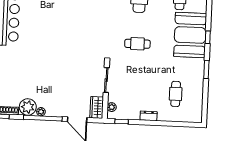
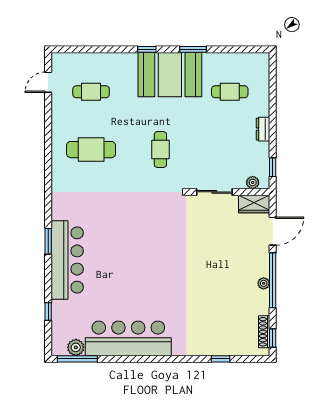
booth: (190, 35) -> (170, 75), moved
plant: (28, 107) -> (258, 303), removed

